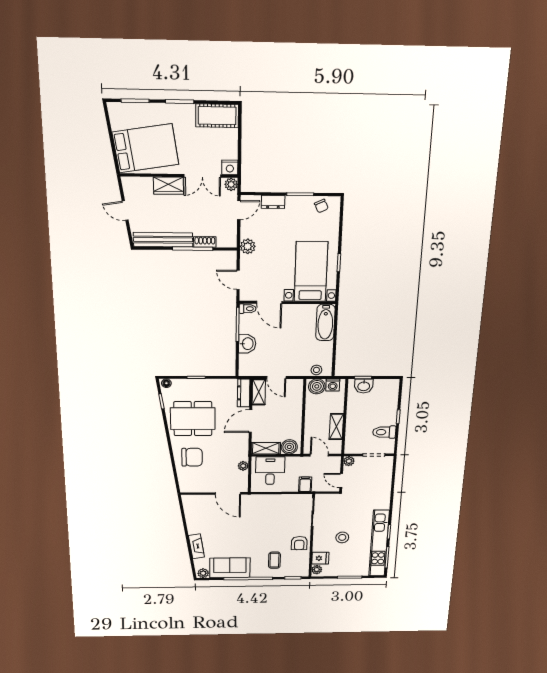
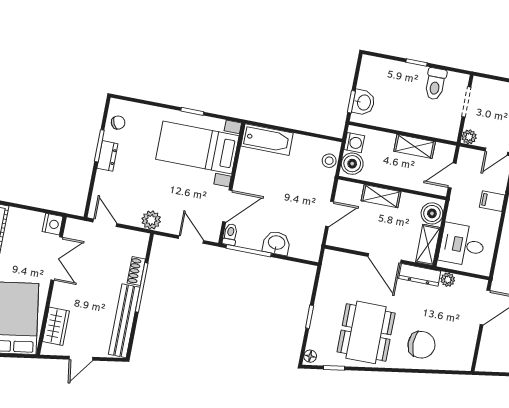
plant: (231, 184) -> (73, 226), removed
wardrobe: (168, 186) -> (56, 326), moved
dresser: (273, 202) -> (107, 156), moved
door: (238, 280) -> (191, 239), swing flipped
shelving: (259, 392) -> (381, 196), moved
dresser: (244, 393) -> (420, 275), moved
chair: (192, 457) -> (421, 345), turned 90

